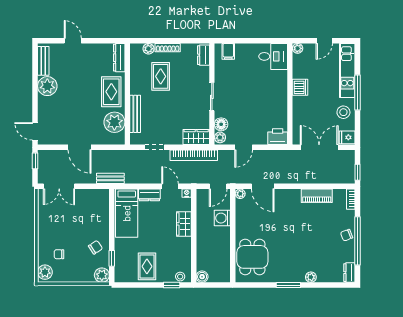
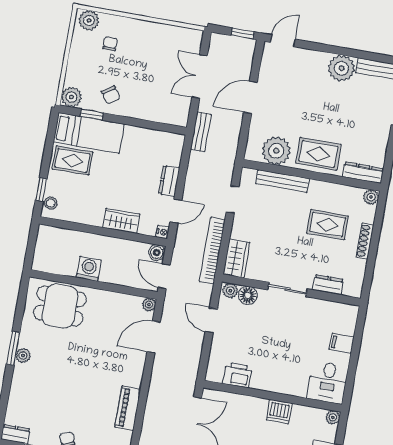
plant: (149, 49) -> (371, 197), moved
filing cabinet: (228, 51) -> (342, 343), moved
dresser: (203, 55) -> (328, 285), moved
printer: (278, 137) -> (237, 375), moved, turned -90
double door: (59, 186) -> (200, 76), moved
bed: (127, 213) -> (89, 133), moved, turned 180
washing machine: (222, 218) -> (89, 269), moved
boiler: (202, 277) -> (157, 253), moved
plant: (311, 277) -> (23, 356), moved

